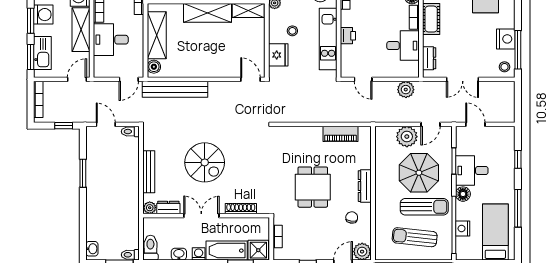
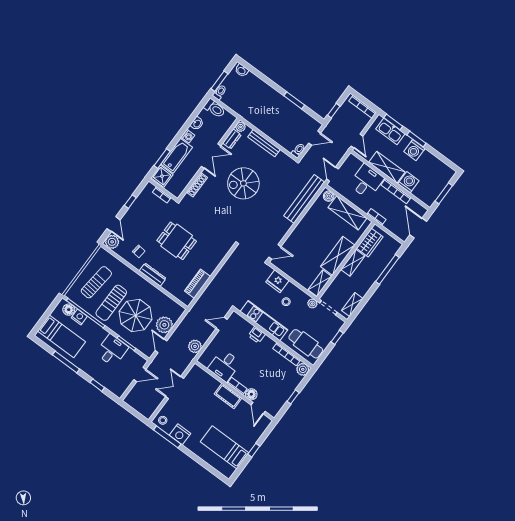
dresser: (429, 58) -> (204, 376), removed
floor lamp: (463, 194) -> (69, 310), moved

